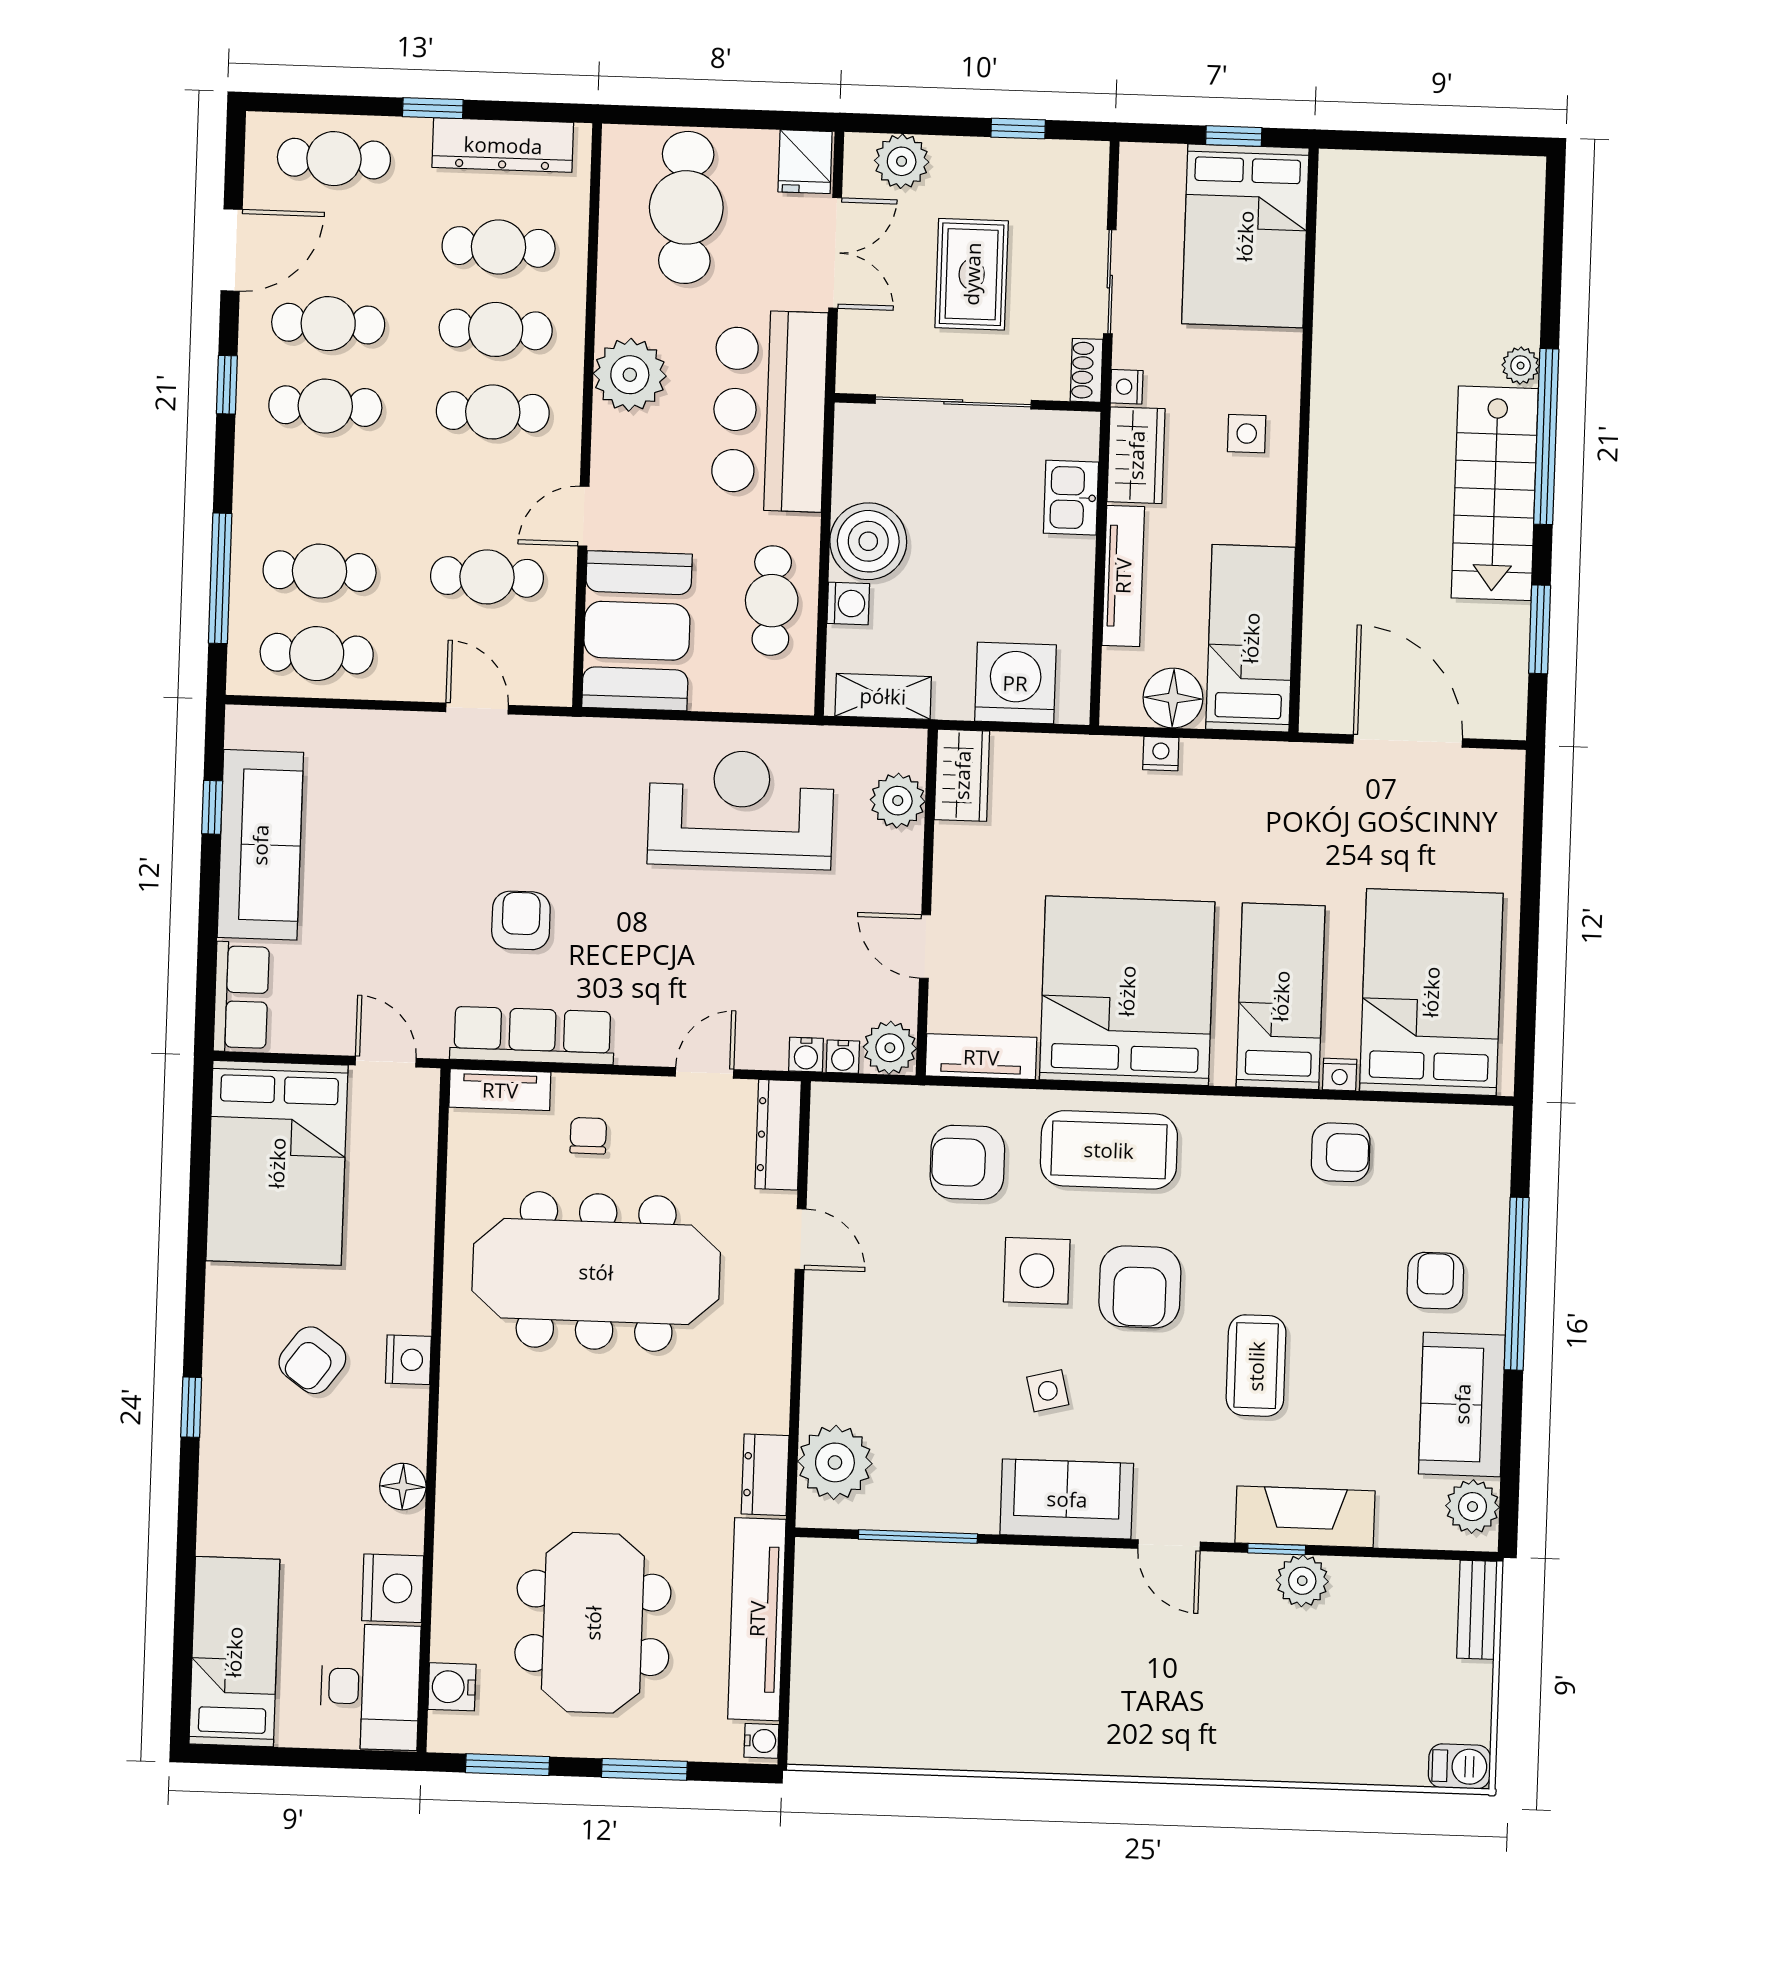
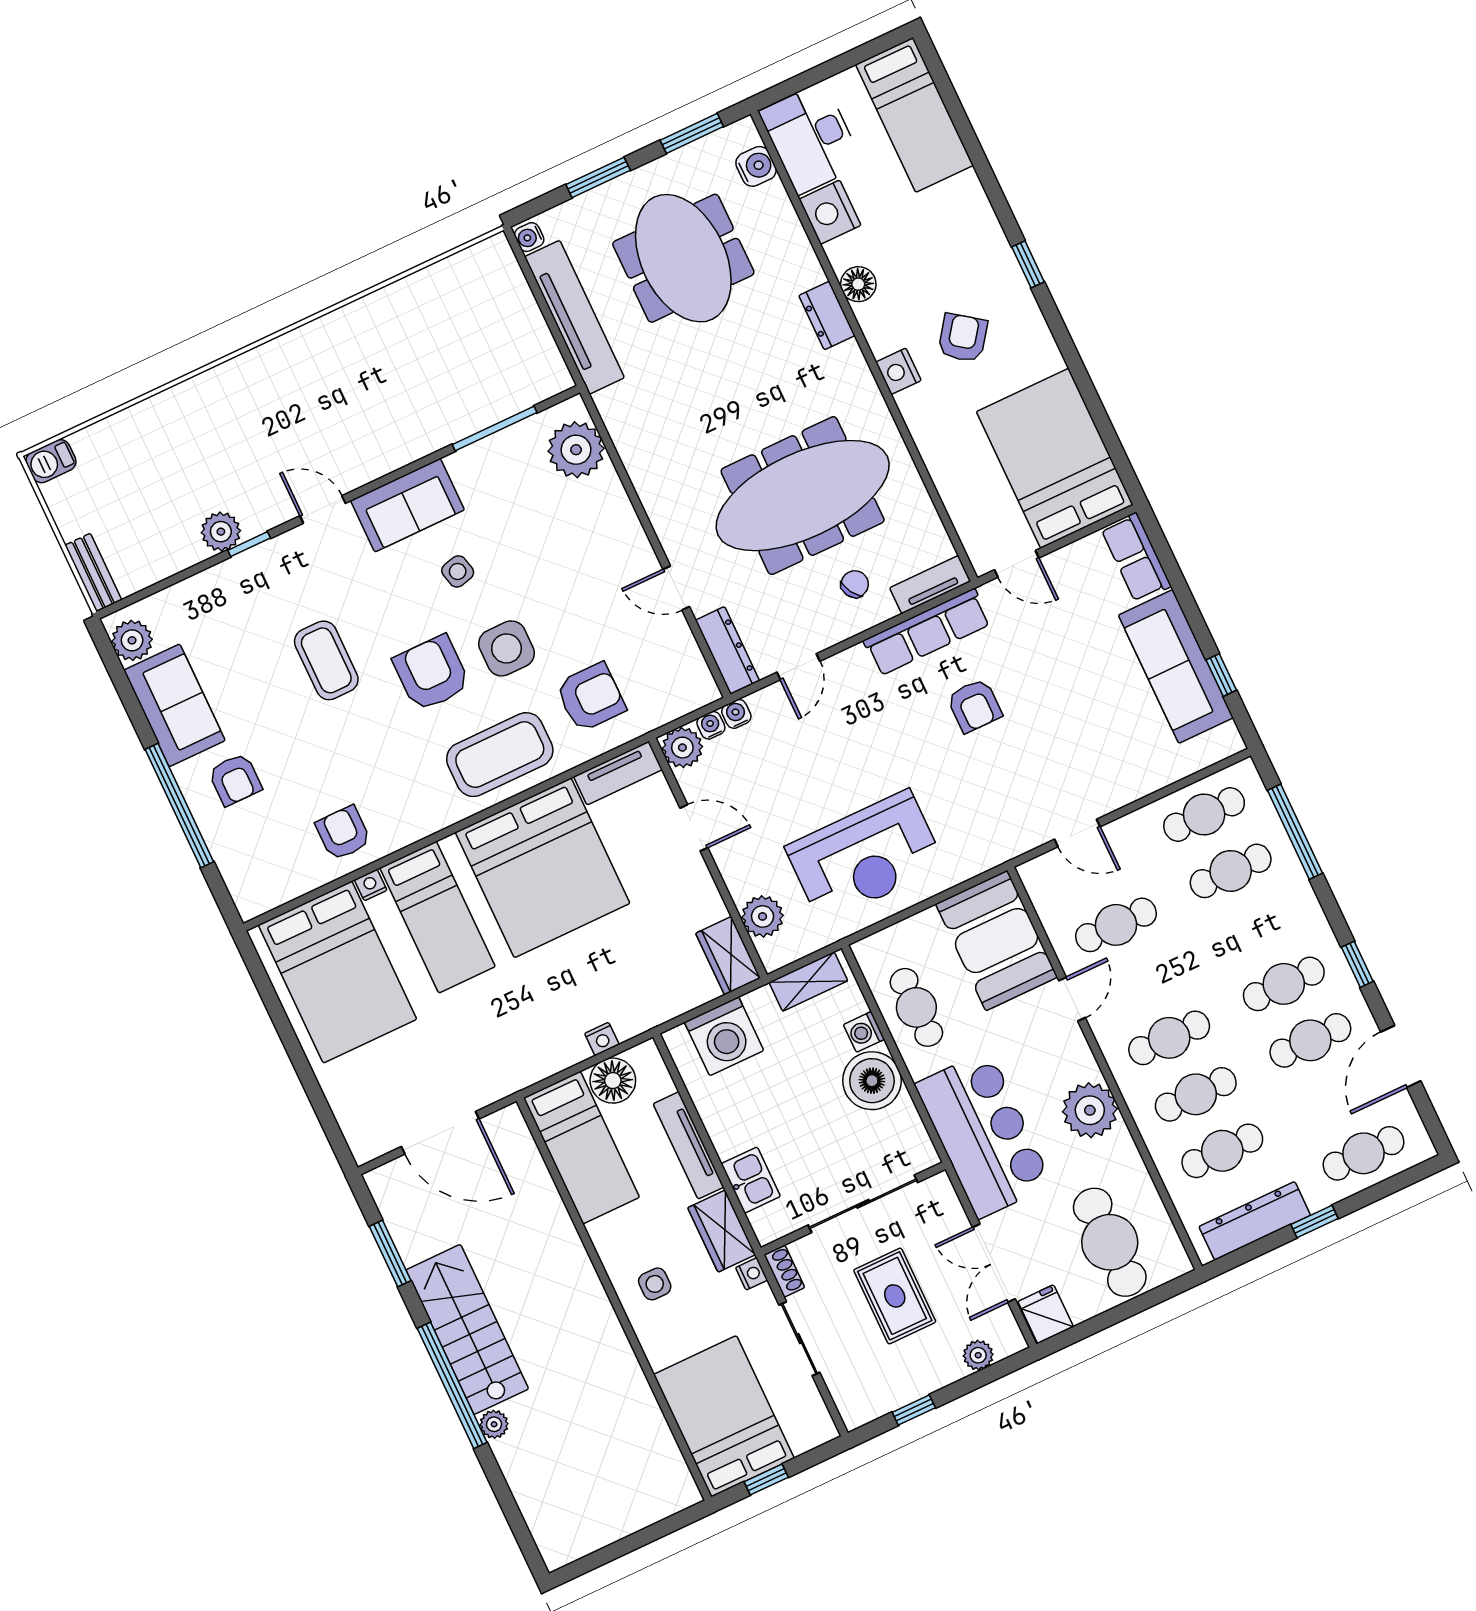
plant: (902, 161) -> (978, 1355), width x0.73, depth x0.73
chair: (588, 1136) -> (855, 584), turned -121
armchair: (1341, 1152) -> (343, 833), turned 90
dresser: (765, 1475) -> (827, 316), moved, turned 180
fireplace: (1305, 1517) -> (241, 576), removed

